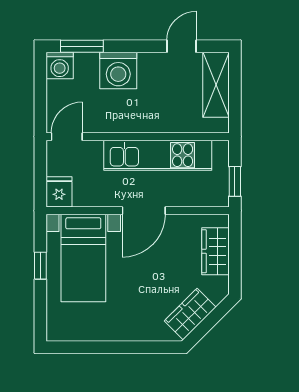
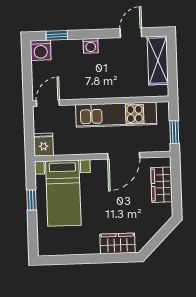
window: (82, 46) -> (57, 35), width x0.67
washing machine: (118, 70) -> (91, 46), width x0.53, depth x0.53
door: (144, 211) -> (124, 156), moved
wardrobe: (190, 314) -> (118, 243), moved, turned 45

